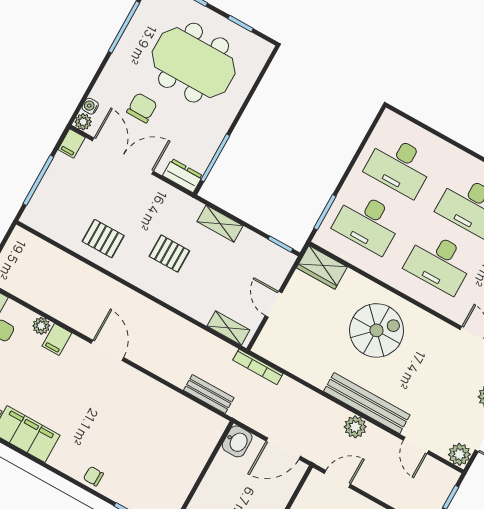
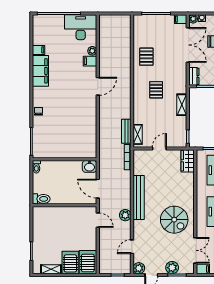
spiral stairs: (377, 330) -> (174, 220), moved
bench: (209, 394) -> (126, 131), moved
bench: (367, 403) -> (139, 198), moved

